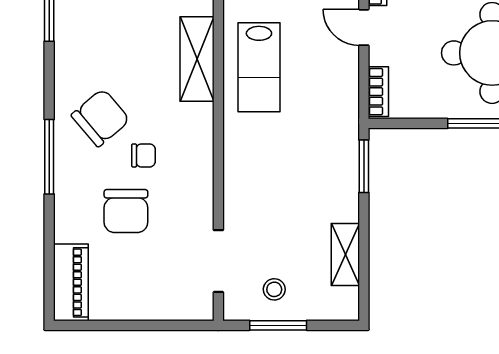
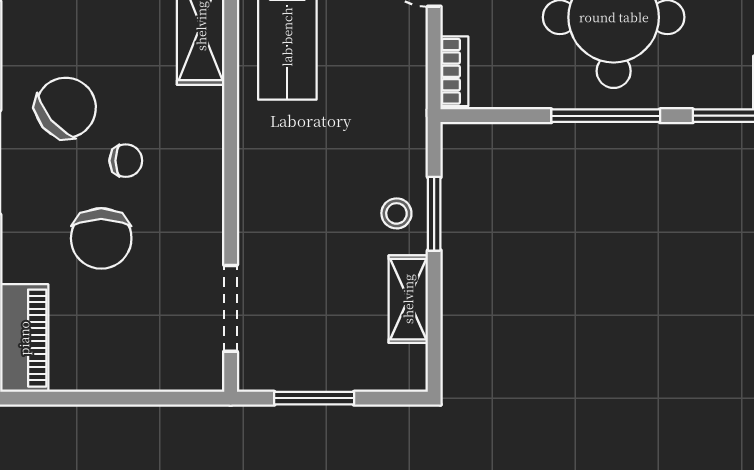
window: (364, 166) -> (434, 214), moved
stool: (274, 289) -> (396, 213), moved

